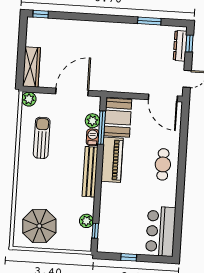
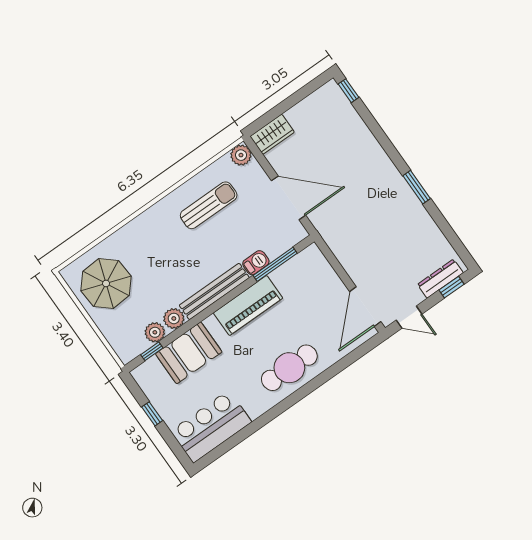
window: (149, 21) -> (417, 187), moved
wardrobe: (31, 67) -> (272, 134), width x0.67
booth: (118, 118) -> (189, 353), moved
plant: (92, 121) -> (174, 318), moved
cafe table: (163, 164) -> (289, 368), width x1.37, depth x1.35

